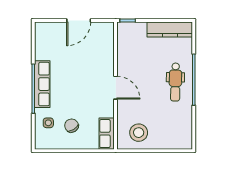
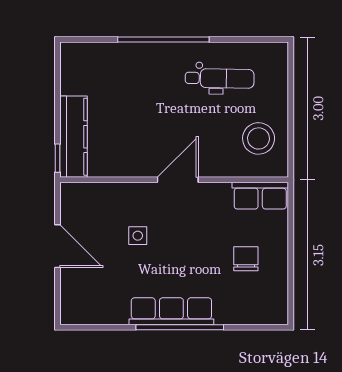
kitchen counter: (170, 29) -> (74, 137), moved
dental chair: (175, 82) -> (220, 78), moved
side table: (48, 123) -> (138, 236), moved
chair: (72, 126) -> (246, 259), turned 121

